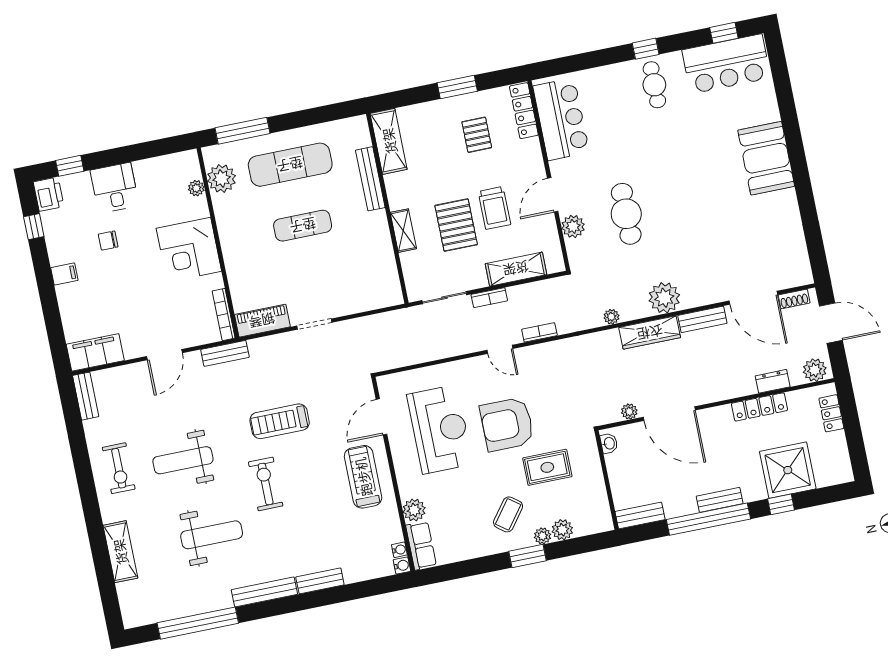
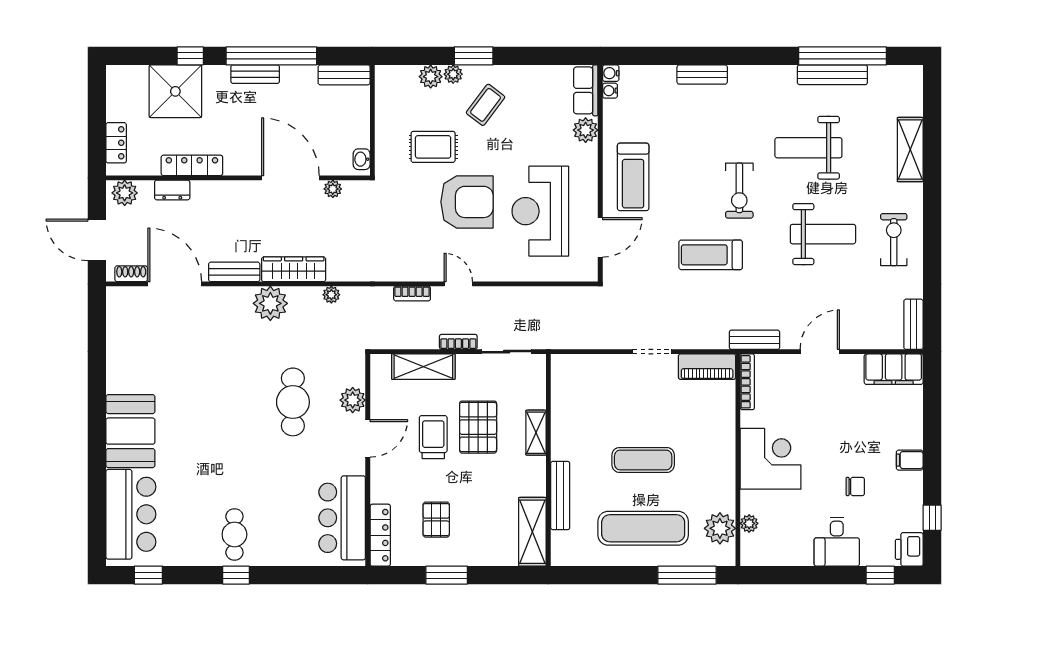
bar counter: (726, 64) -> (131, 514), moved, turned 90
treadmill: (280, 421) -> (711, 255), turned 180
bench: (264, 592) -> (832, 75), moved

